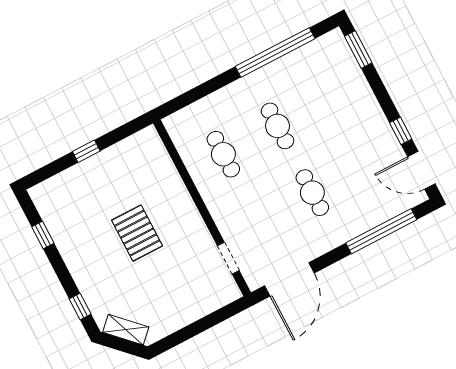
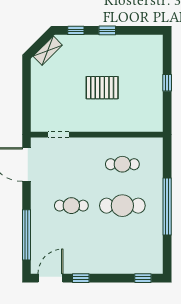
window: (358, 50) -> (143, 278), width x0.67
window: (275, 52) -> (167, 207), moved
cafe table: (277, 126) -> (122, 206), width x1.37, depth x1.35
window: (43, 235) -> (107, 30), moved

